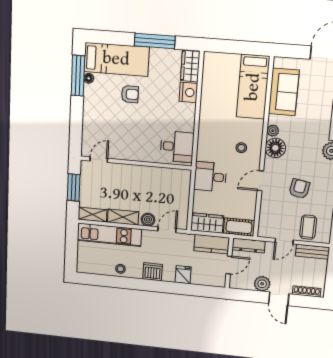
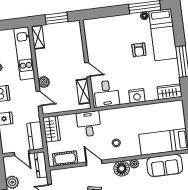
nightstand: (188, 92) -> (137, 96), moved
door: (99, 160) -> (88, 70), moved
shelving: (123, 217) -> (83, 91), moved
cot: (239, 227) -> (65, 159), moved, turned 90

